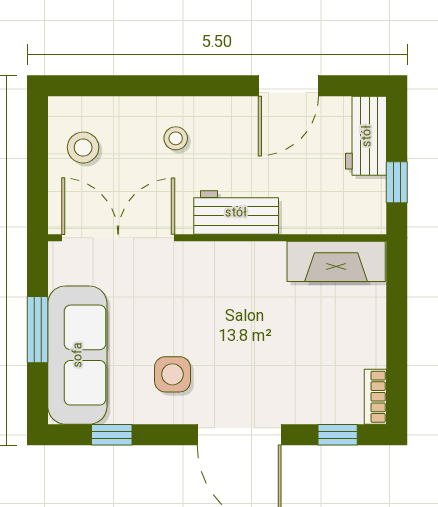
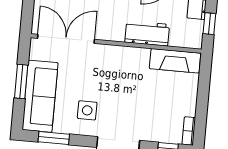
workbench: (236, 212) -> (147, 33), moved
window: (112, 435) -> (54, 138), width x1.50

